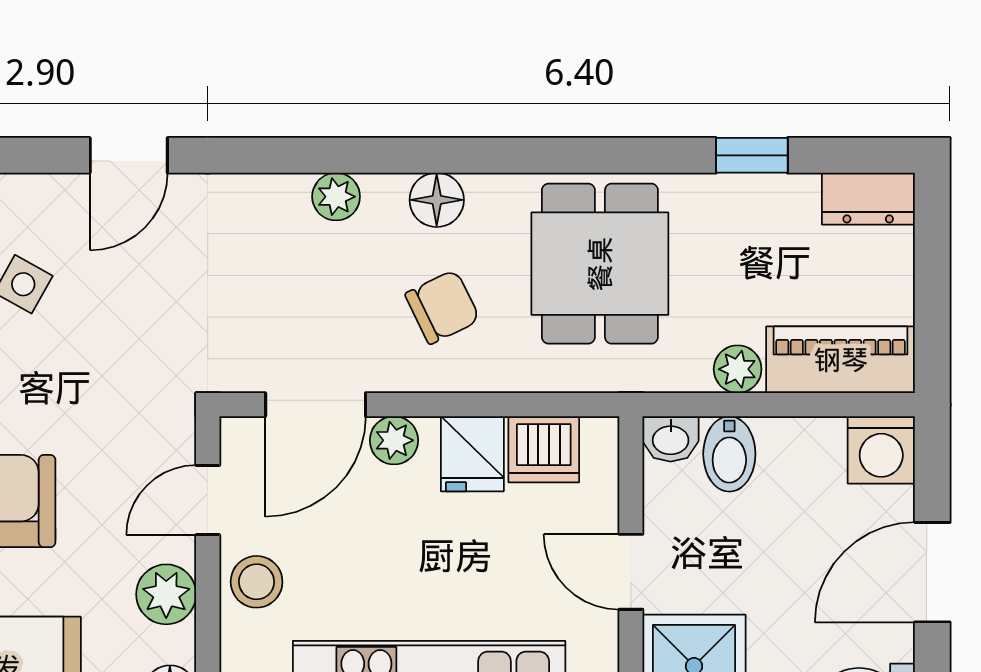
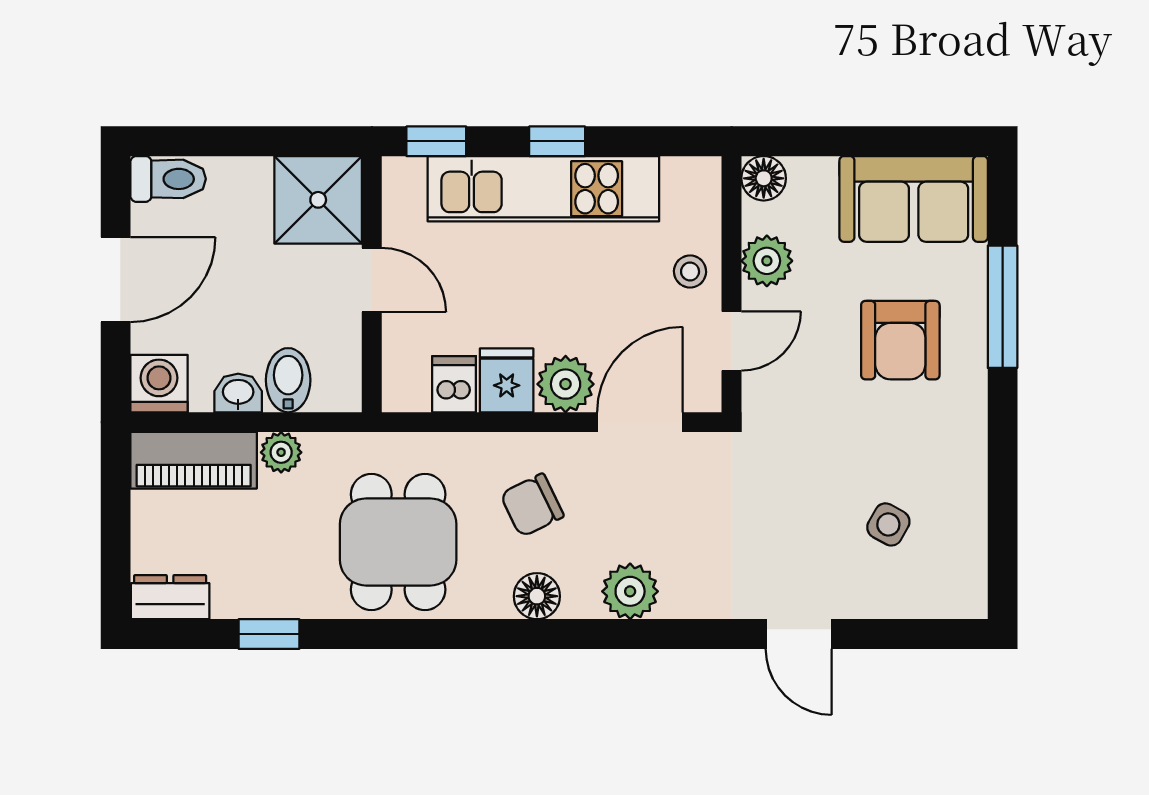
door: (129, 155) -> (799, 634), swing flipped
plant: (336, 197) -> (630, 591), width x1.38, depth x1.38
washbasin: (671, 439) -> (238, 393), moved
plant: (394, 440) -> (566, 384), width x1.38, depth x1.38
dishwasher: (544, 449) -> (454, 384), width x0.73
stool: (257, 582) -> (690, 272), width x0.73, depth x0.73

